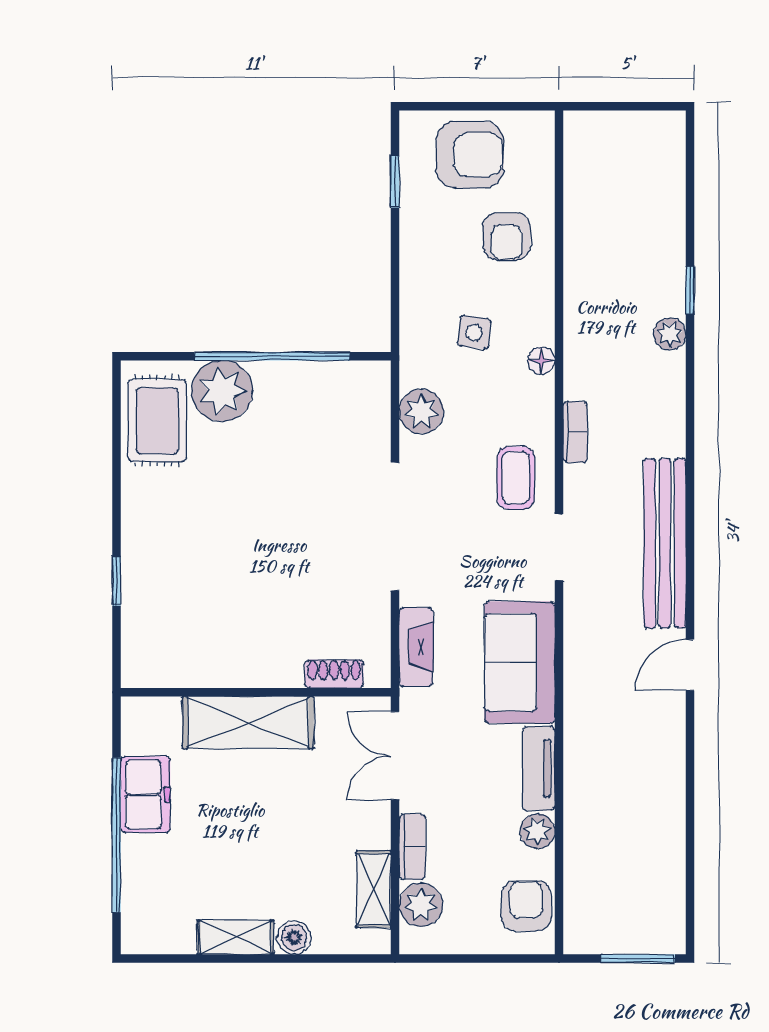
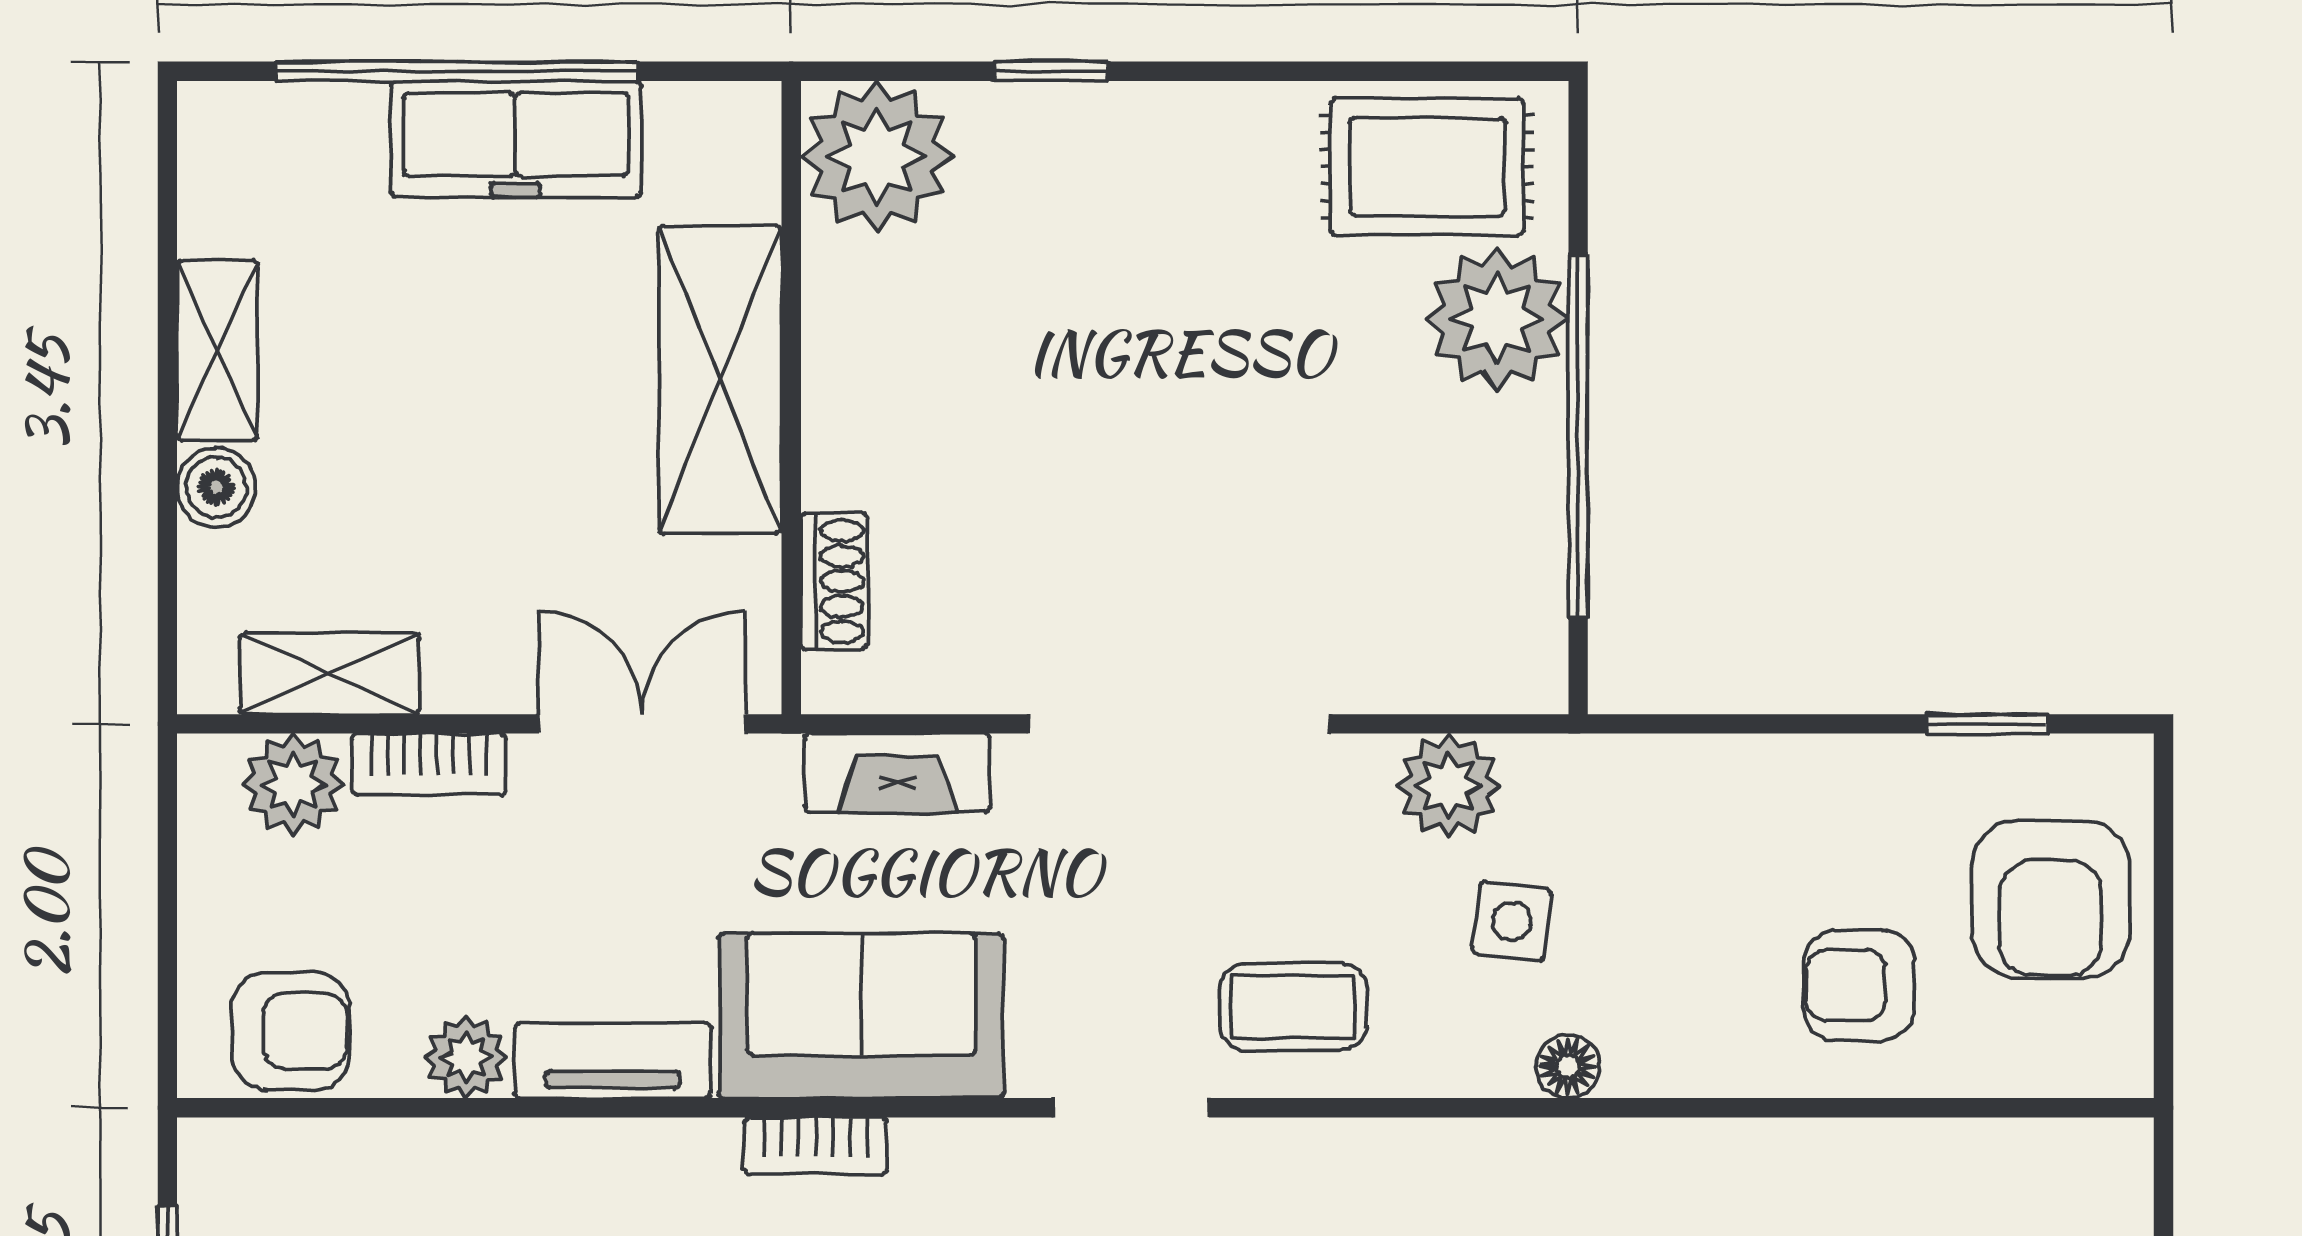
side table: (474, 332) -> (1512, 921), moved
bookcase: (575, 432) -> (816, 1146), moved
plant: (153, 656) -> (876, 157), added
freezer: (145, 795) -> (516, 139), width x1.40

